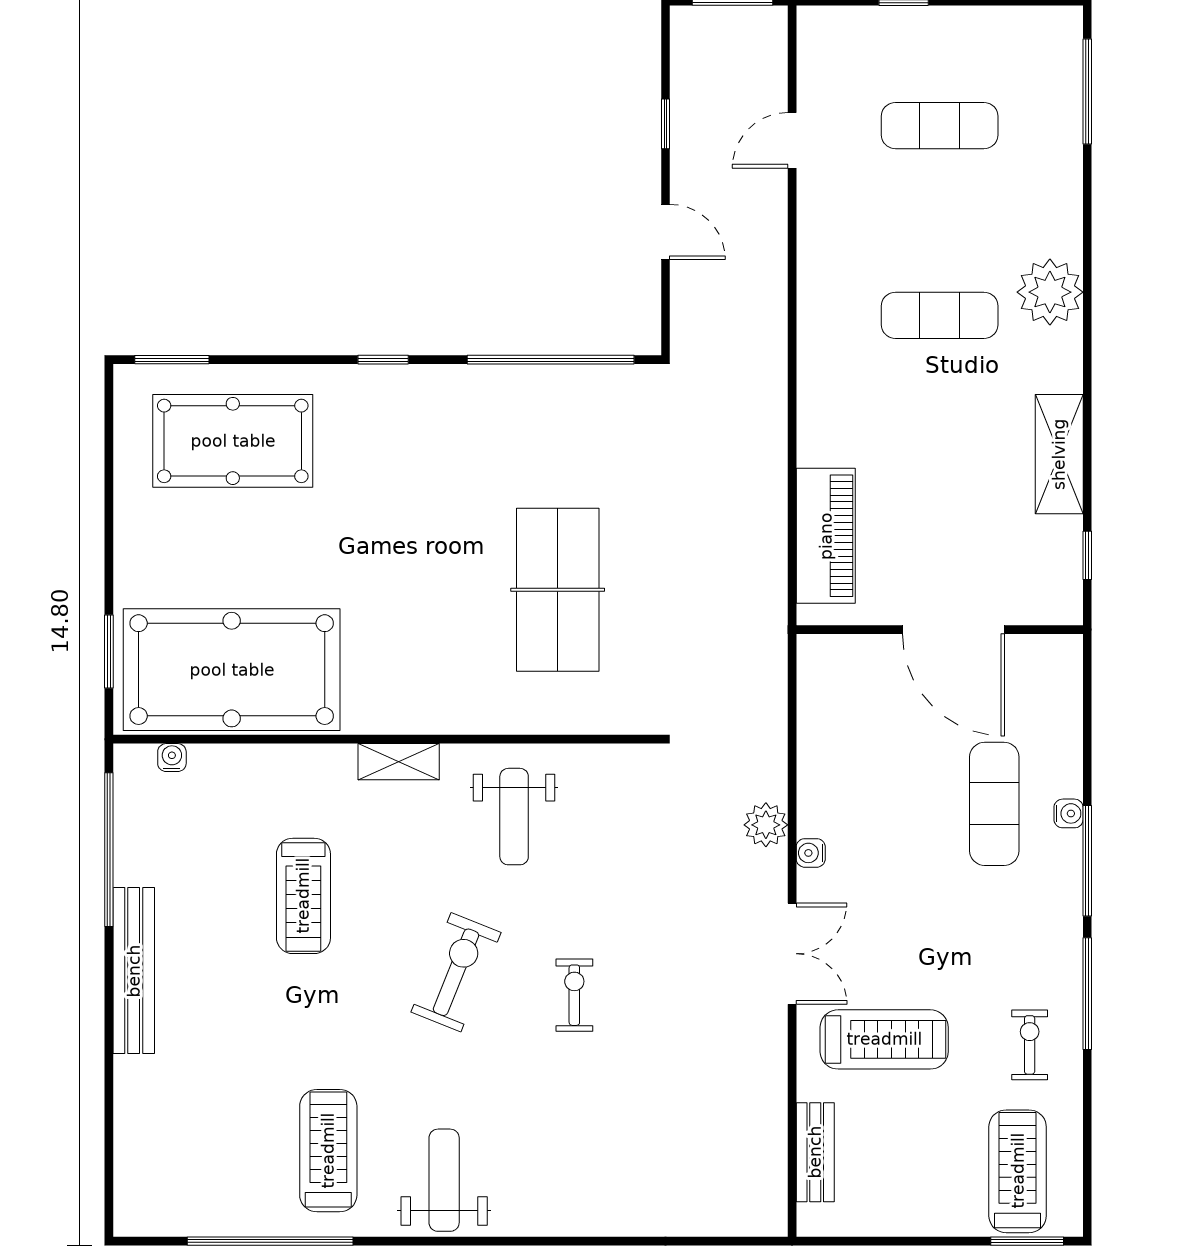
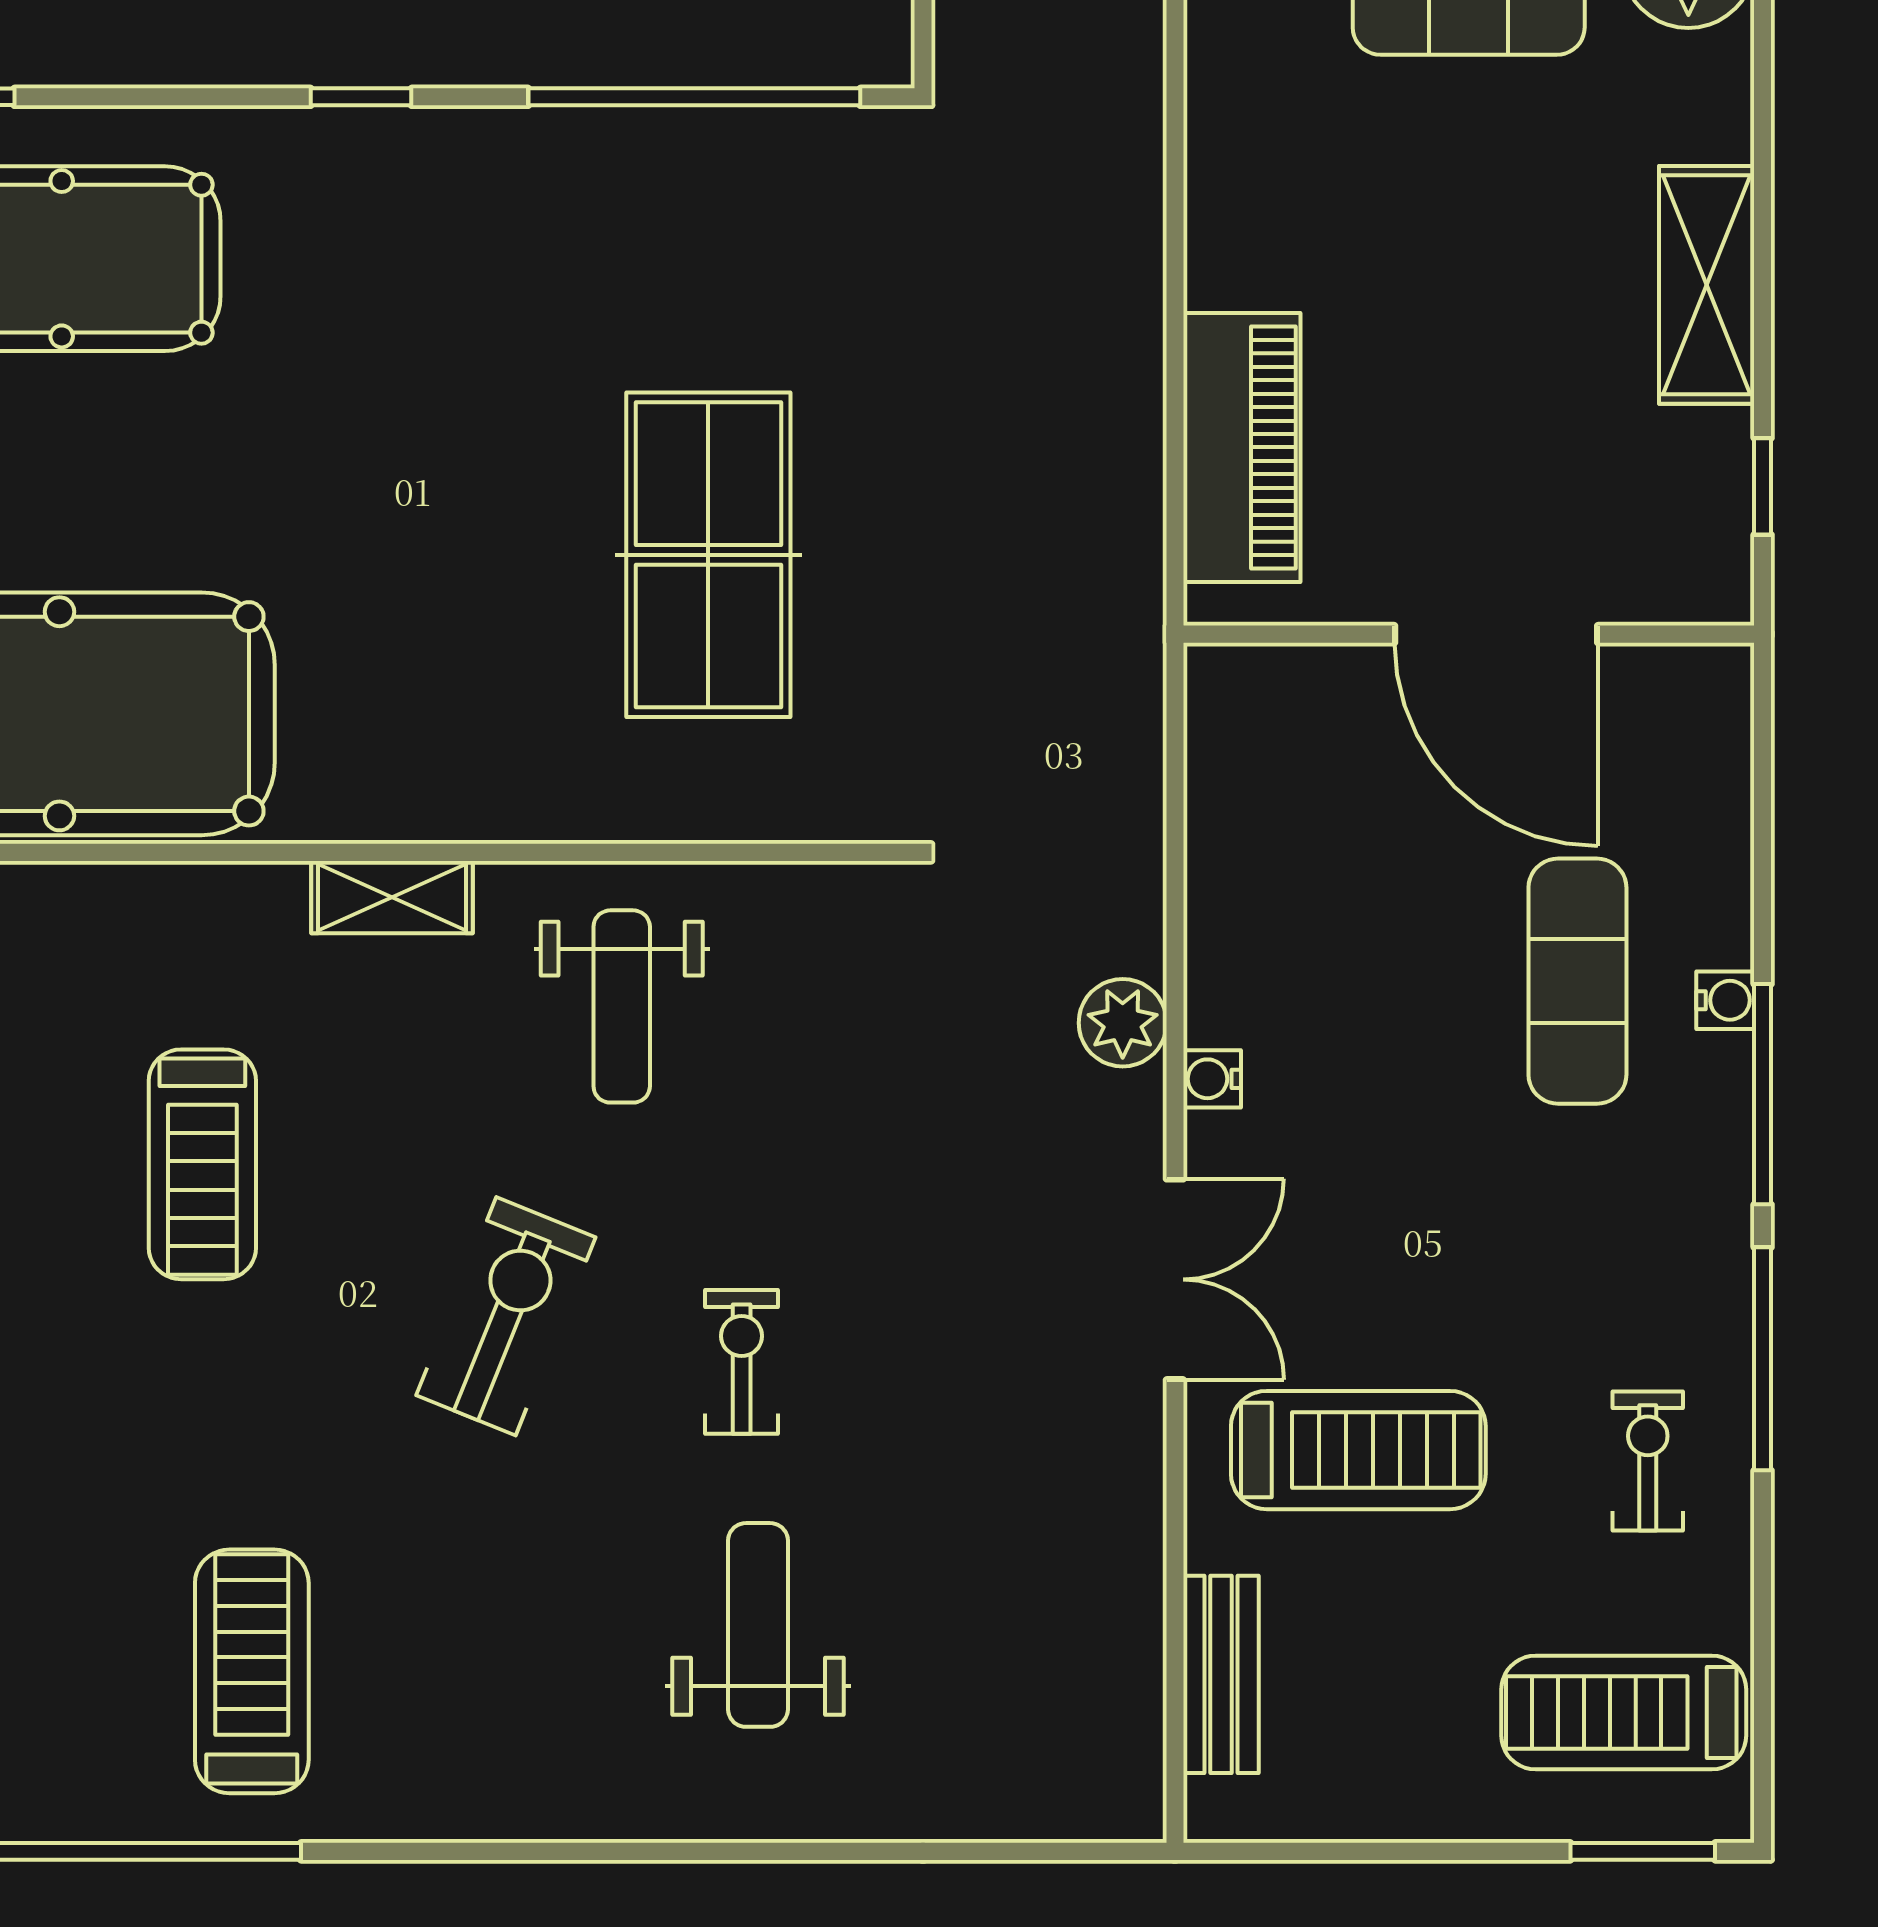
treadmill: (1018, 1171) -> (1624, 1713), turned -90
weight bench: (444, 1180) -> (758, 1625), moved

